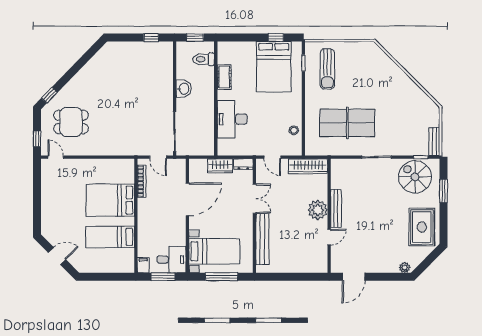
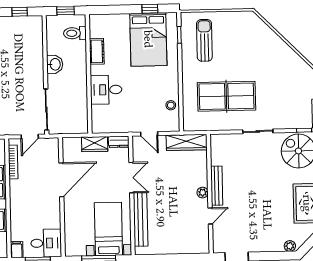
sun lounger: (327, 69) -> (204, 40), turned 180
desk: (232, 119) -> (106, 90), width x0.73
door: (158, 157) -> (30, 137), hinge flipped
plant: (318, 210) -> (203, 193), width x0.53, depth x0.53
bed with nightstands: (214, 251) -> (108, 229), moved, turned -90

